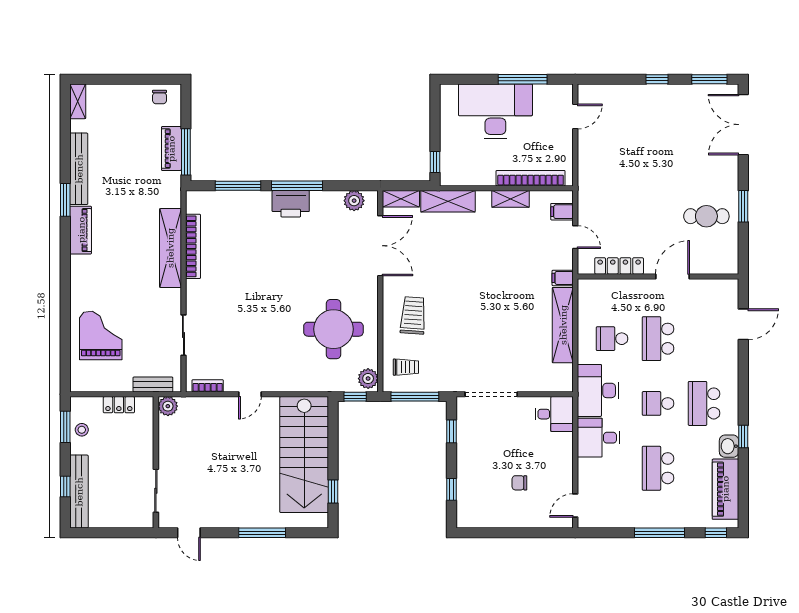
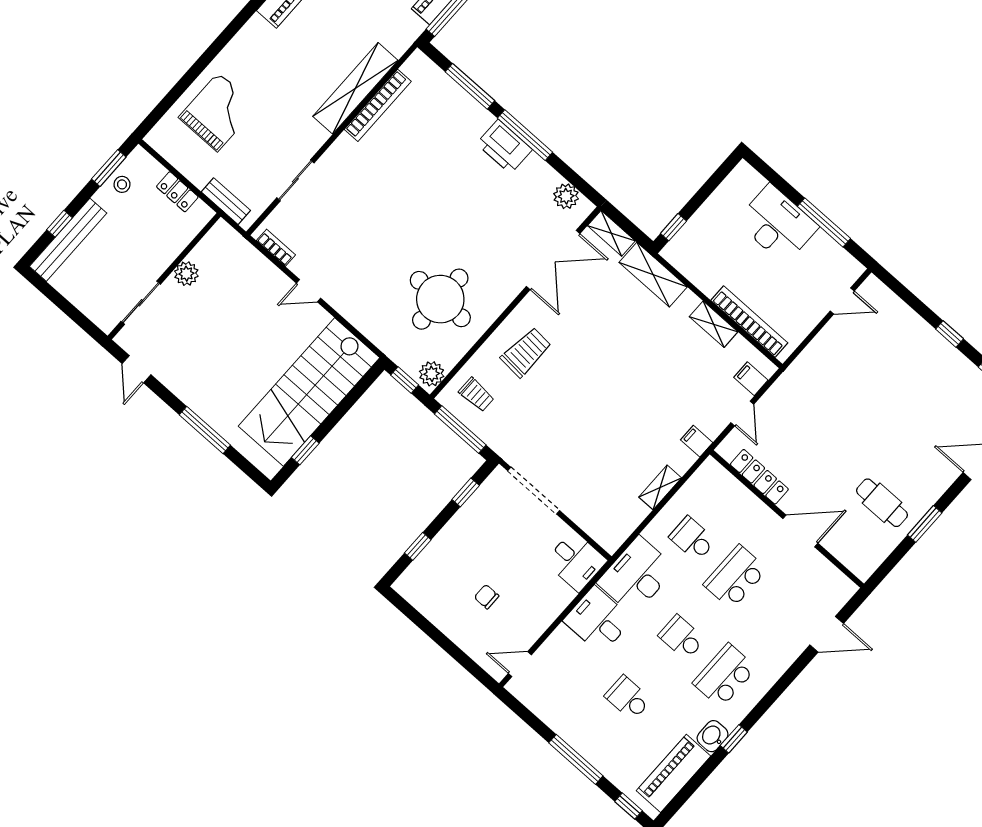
desk: (495, 111) -> (777, 224), width x0.73, depth x0.77
shelving: (563, 325) -> (660, 487), width x0.45, depth x0.75
plant: (168, 406) -> (186, 274), moved
school desk: (658, 468) -> (628, 698), width x0.54

